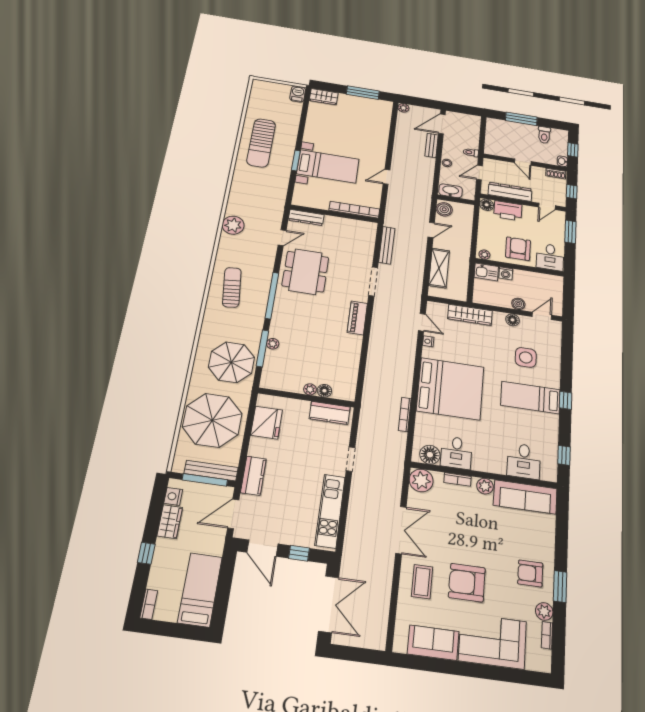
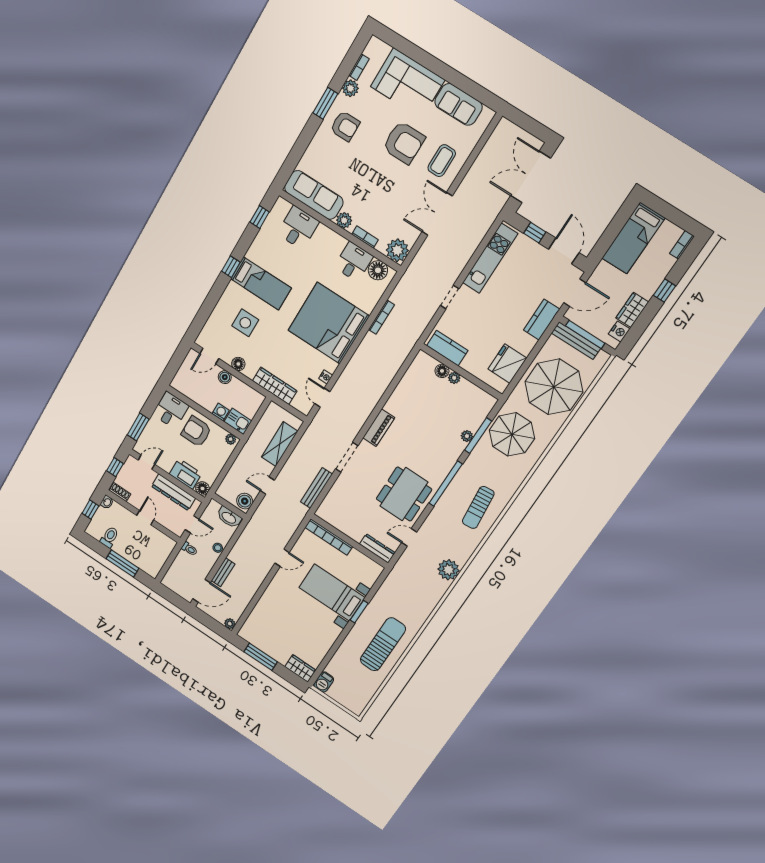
armchair: (518, 249) -> (196, 431), turned 90

